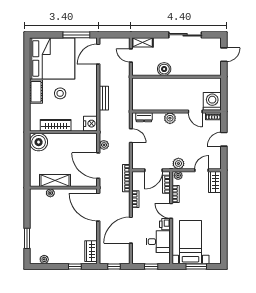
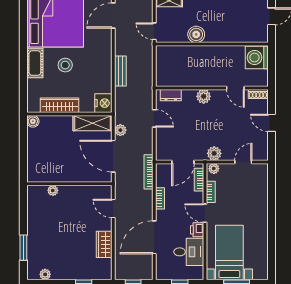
door: (131, 55) -> (154, 31), moved
washing machine: (212, 101) -> (257, 58), moved, turned -90
door: (224, 139) -> (271, 123), hinge flipped
boiler: (39, 142) -> (33, 121), width x0.54, depth x0.54
shelving: (55, 180) -> (92, 123), moved
wardrobe: (215, 182) -> (260, 177), removed
door: (98, 207) -> (113, 208), width x0.53
wardrobe: (91, 251) -> (104, 244), moved

